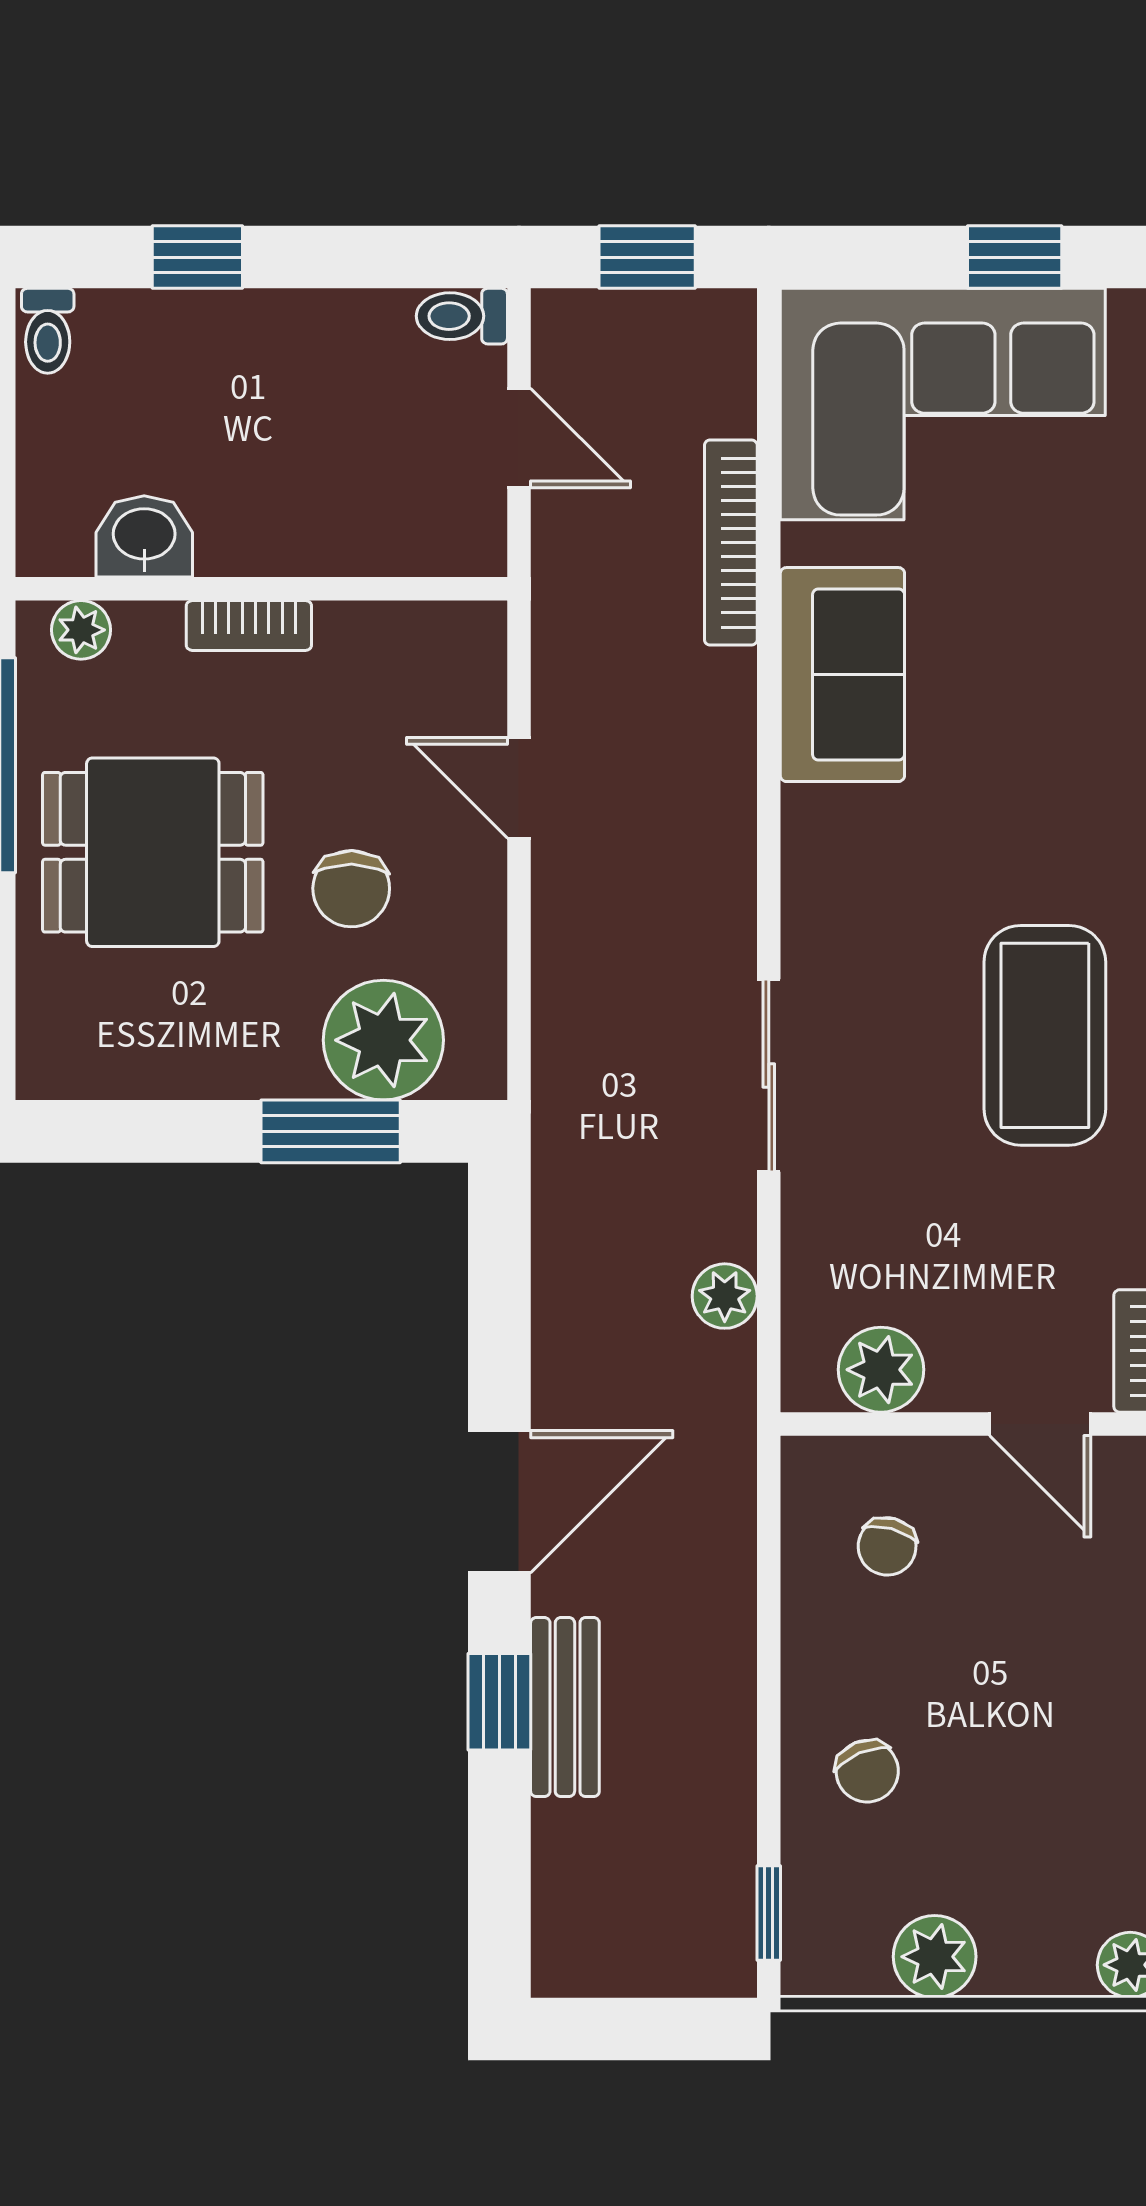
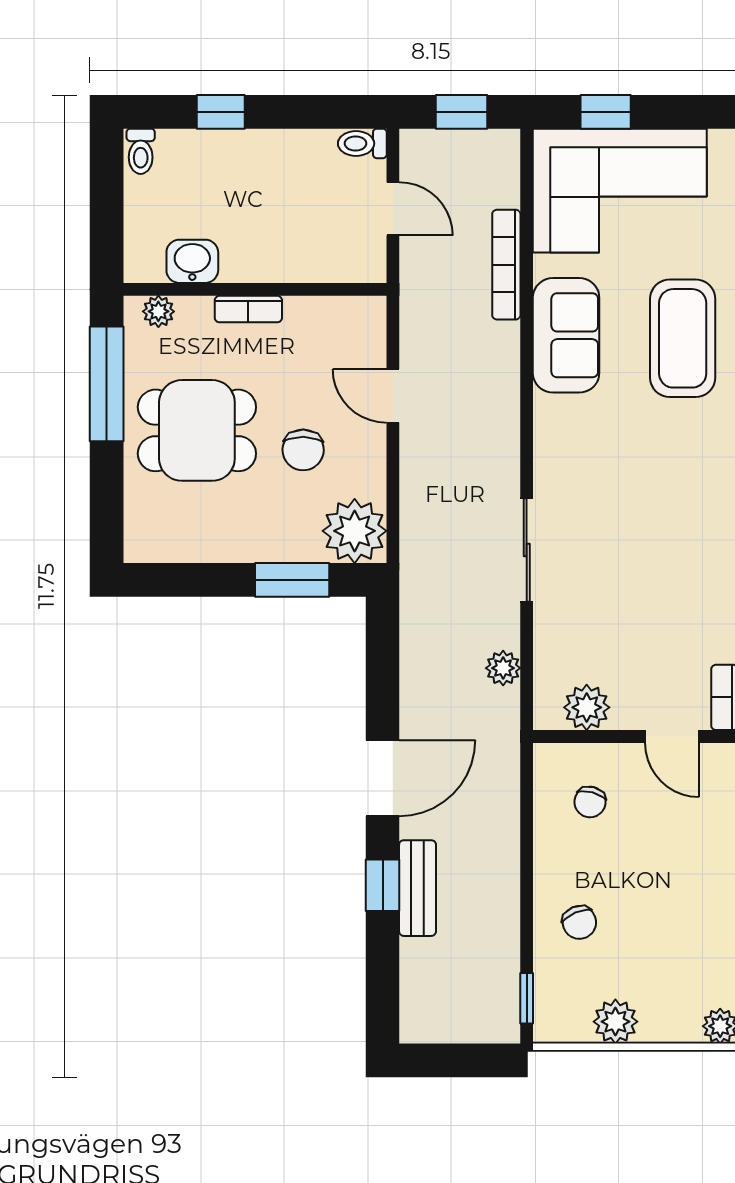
window: (1015, 257) -> (606, 112), moved
coffee table: (1045, 1035) -> (683, 338), moved
plant: (383, 1040) -> (355, 531), moved

